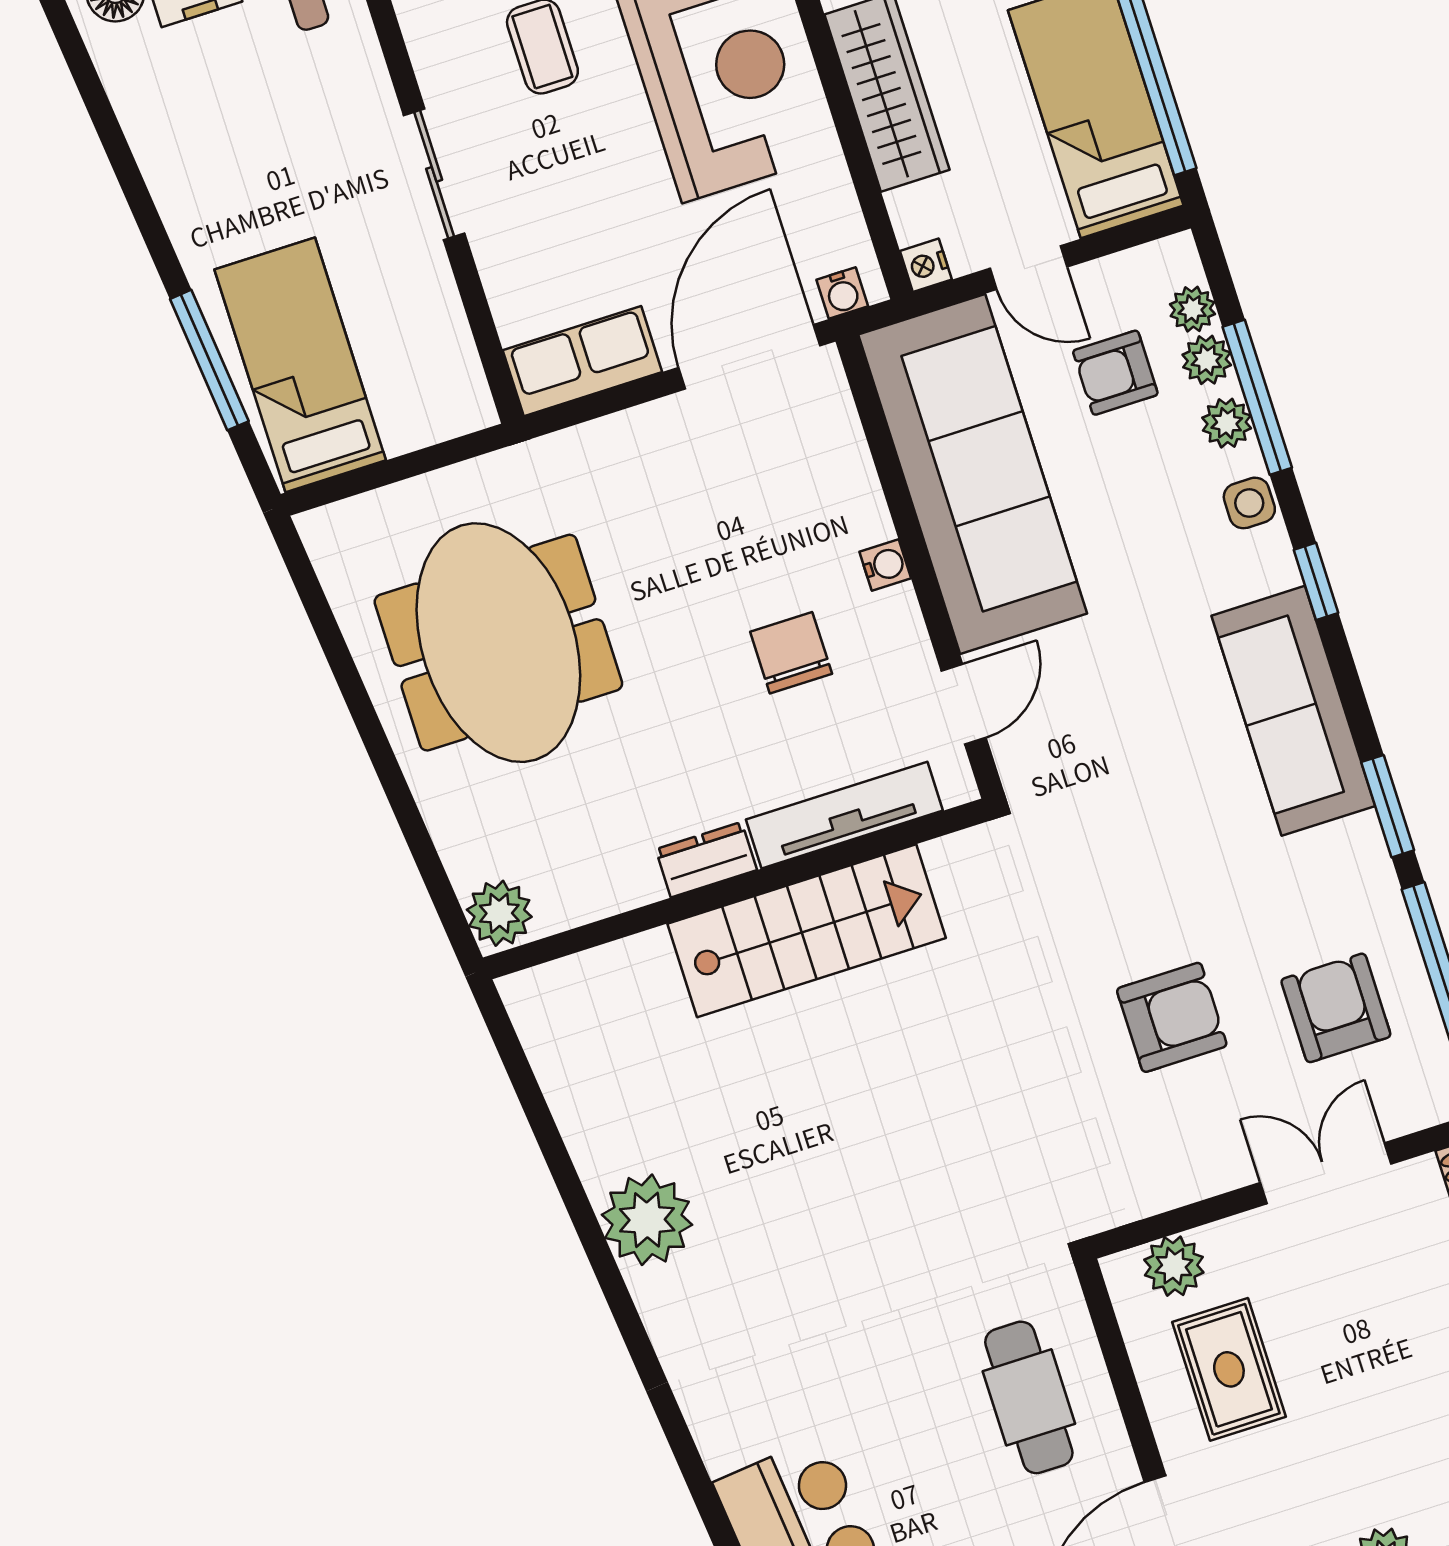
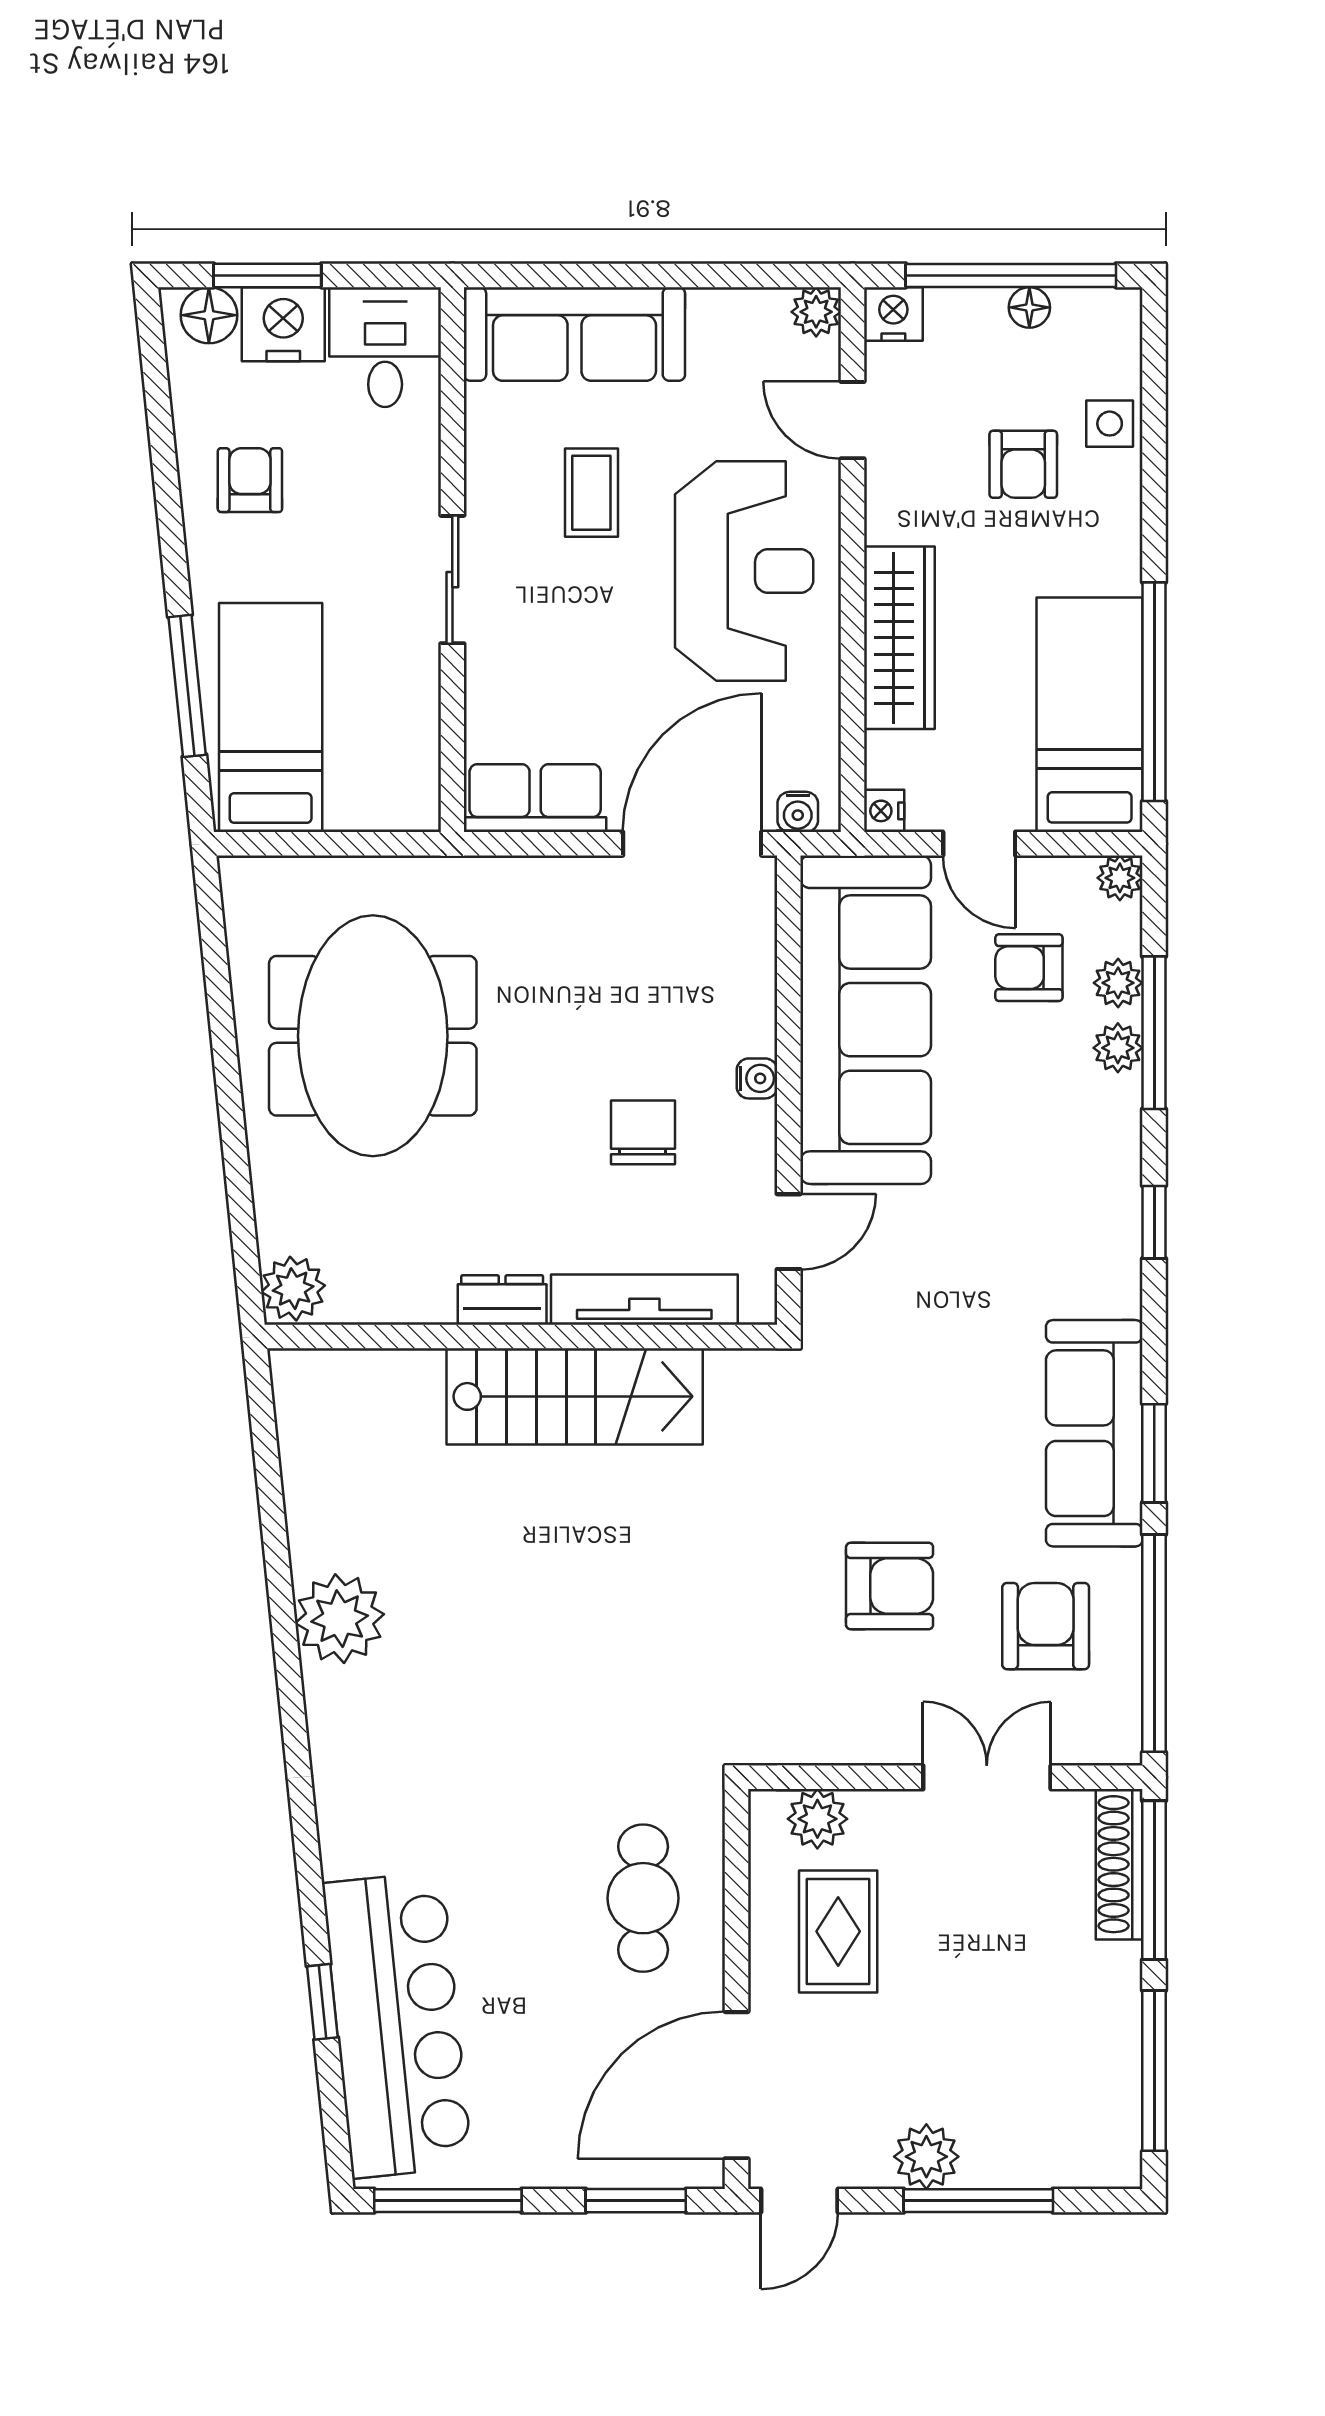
armchair: (206, 140) -> (250, 480), added
plant: (1192, 309) -> (1120, 878), moved
side table: (1249, 503) -> (1115, 1129), removed
sofa: (1293, 711) -> (1094, 1433), moved

